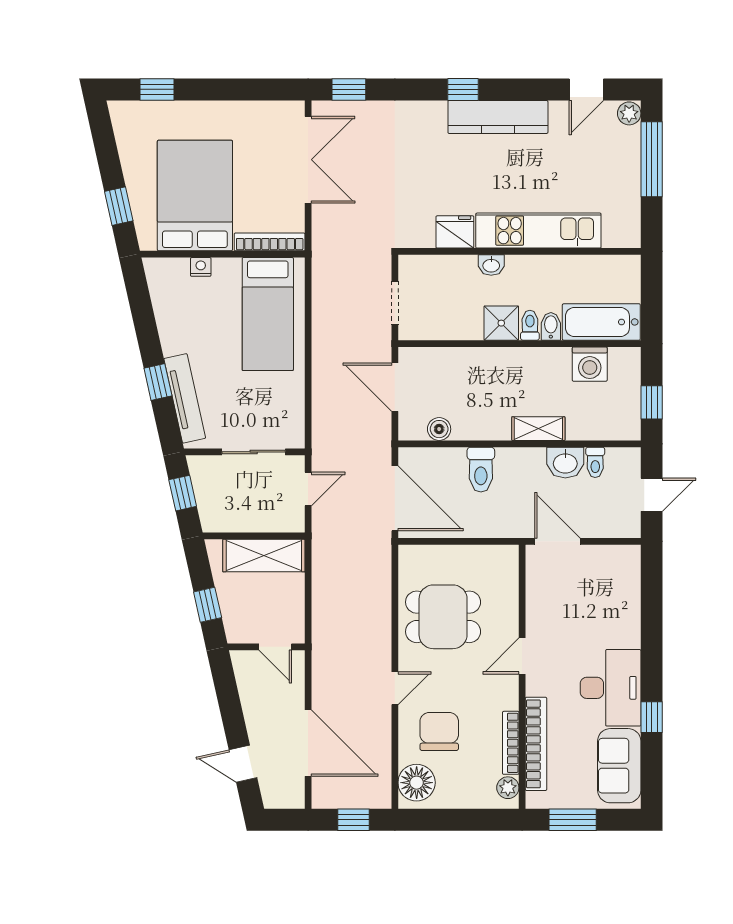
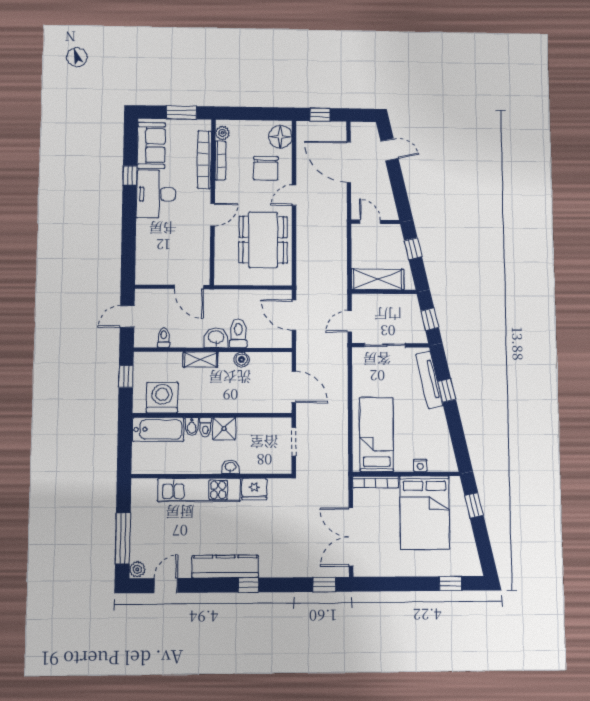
washing machine: (590, 364) -> (162, 397), width x1.37, depth x1.37
boiler: (439, 429) -> (242, 359), moved
washbasin: (565, 463) -> (216, 338), moved
door: (395, 498) -> (294, 315), width x0.73
dining table: (443, 617) -> (263, 240), width x1.38

